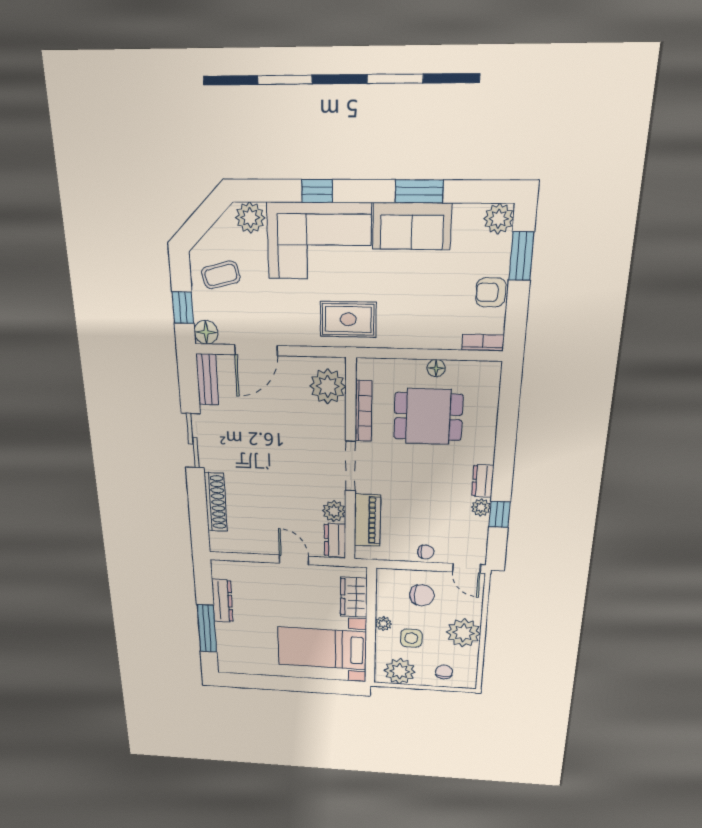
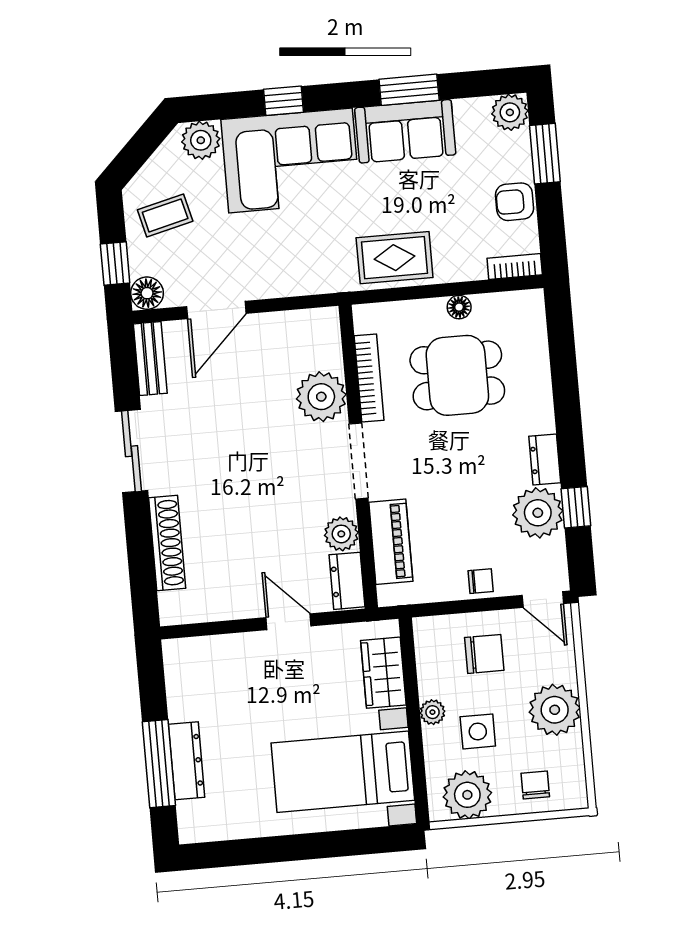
rug: (348, 319) -> (395, 258), moved
plant: (328, 386) -> (321, 397), moved
plant: (481, 507) -> (538, 513), width x1.88, depth x1.88
dresser: (222, 601) -> (187, 761), moved

